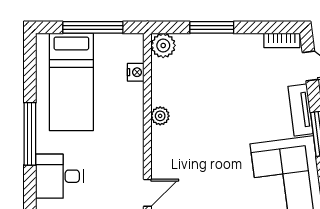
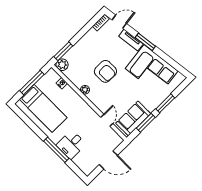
window: (212, 27) -> (63, 51), moved
armchair: (217, 119) -> (105, 71), added
window: (30, 134) -> (56, 150), moved

